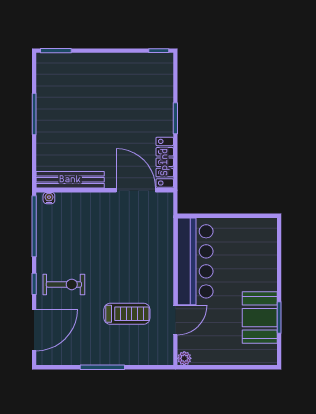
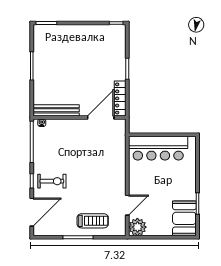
door: (136, 190) -> (101, 117), hinge flipped
bar counter: (195, 261) -> (158, 148), moved, turned 90
treadmill: (127, 314) -> (93, 221), moved
booth: (260, 318) -> (184, 218), moved
plant: (184, 358) -> (137, 227), width x1.87, depth x1.87

